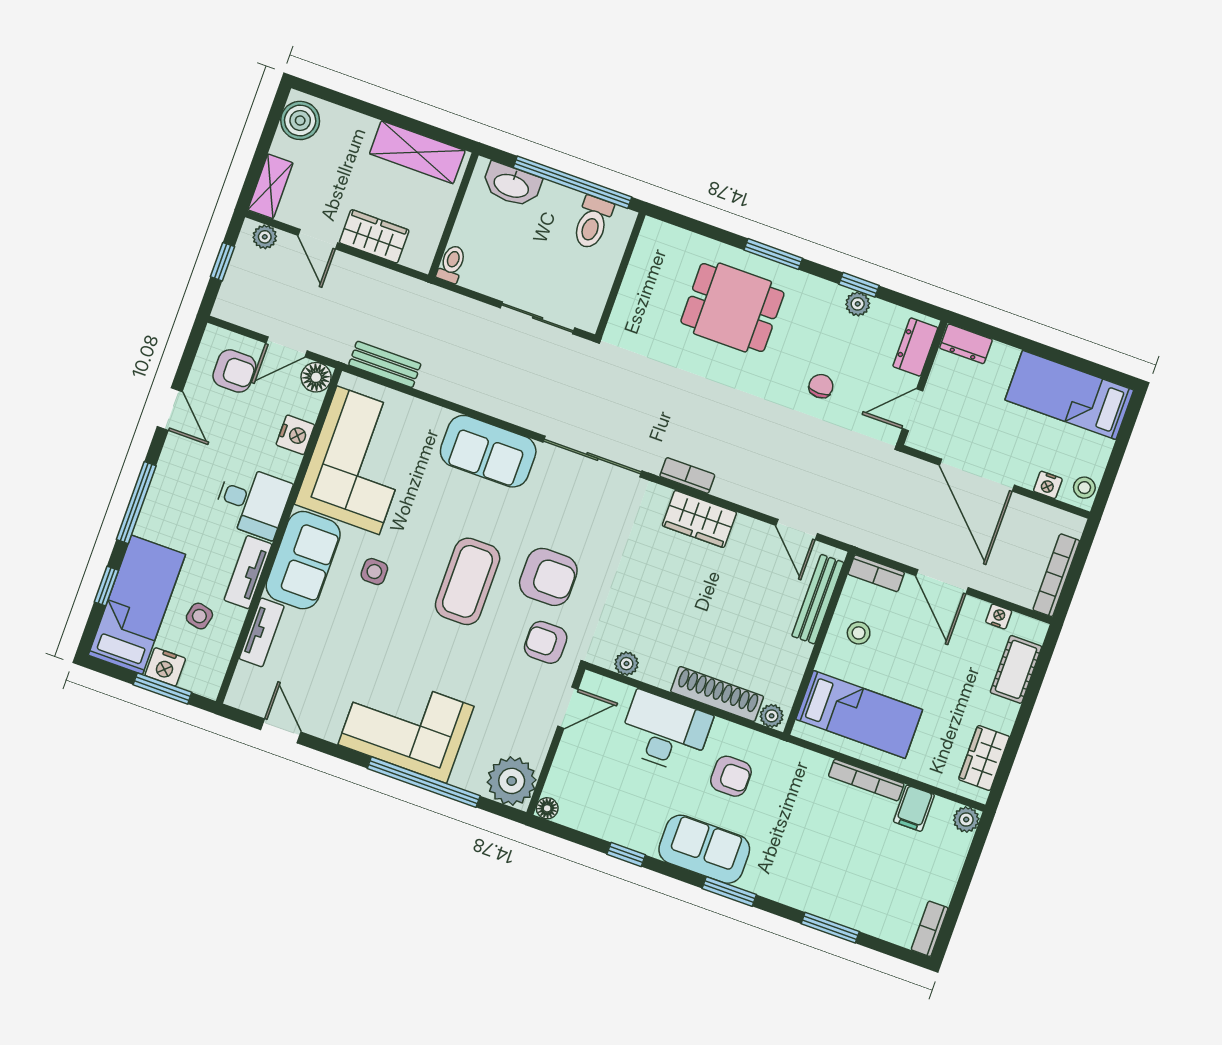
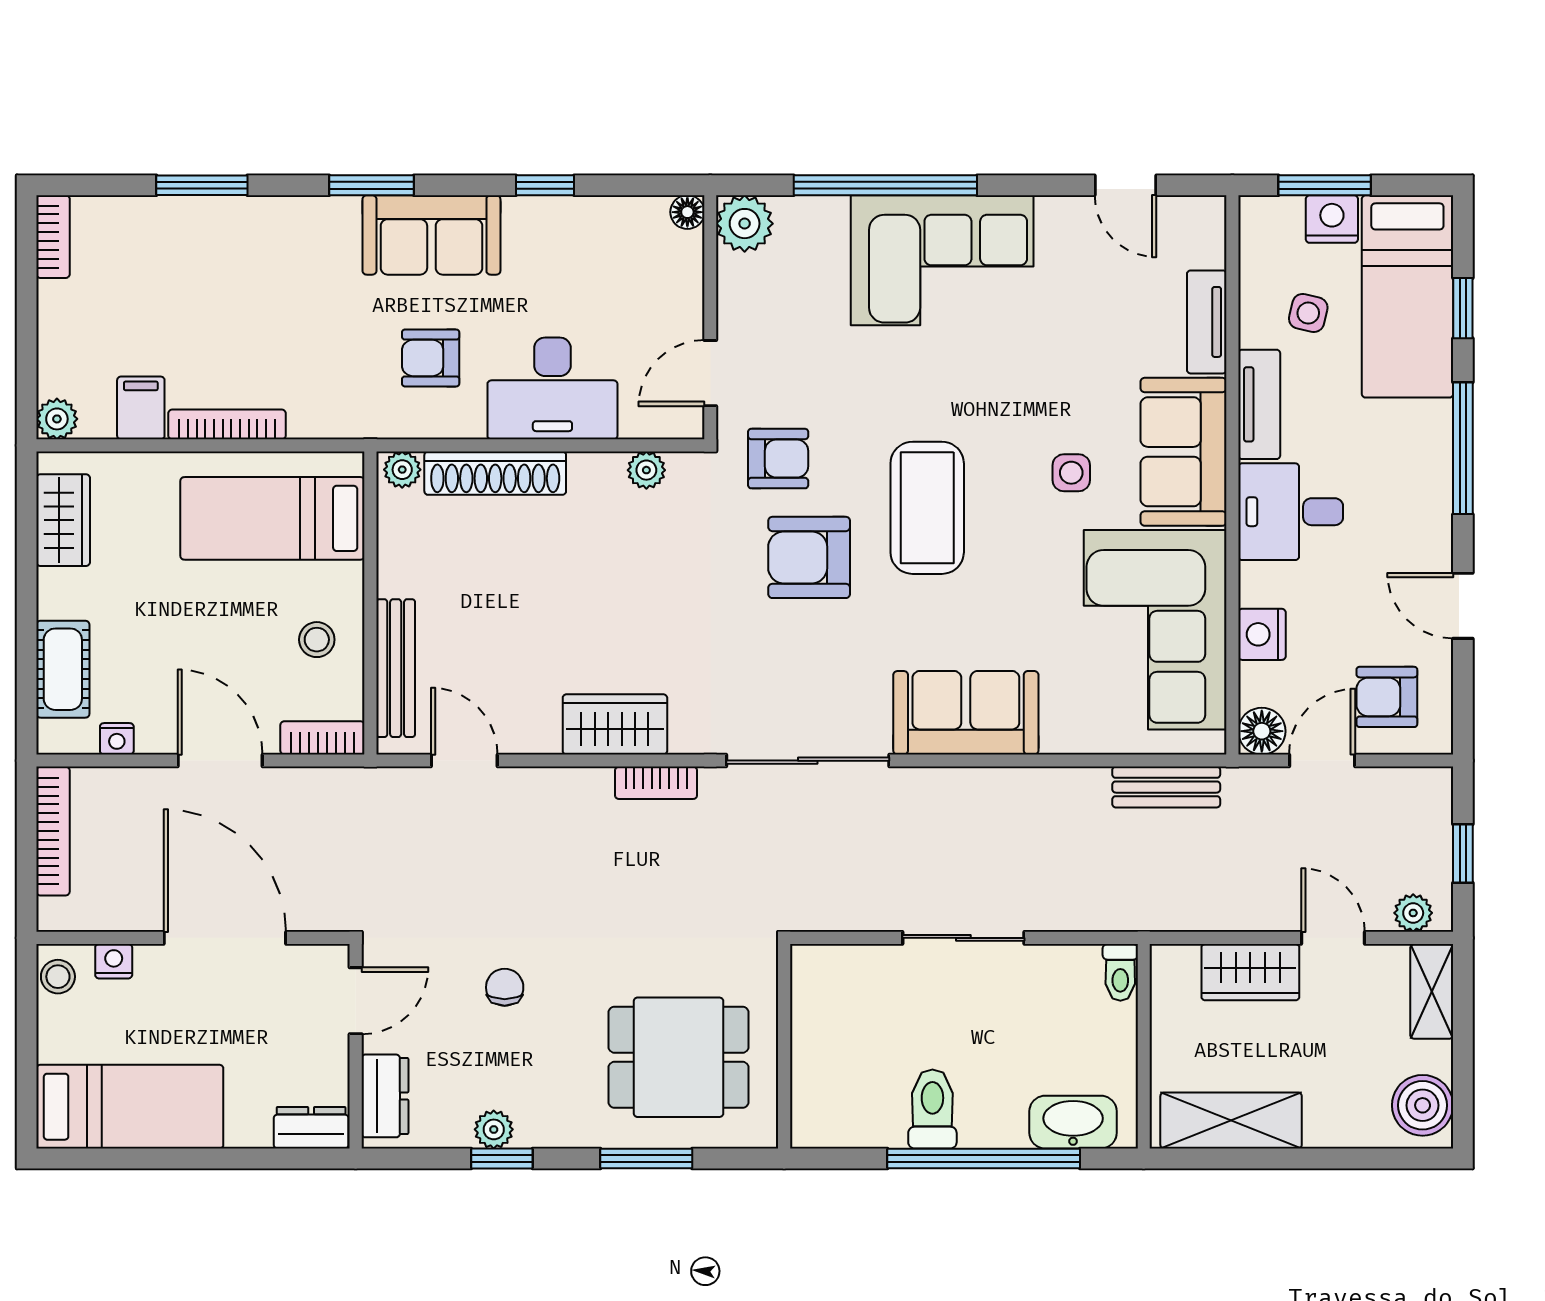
wall: (620, 275) -> (784, 1046), moved
chair: (821, 386) -> (505, 987), turned 180
plant: (512, 781) -> (745, 224), width x0.73, depth x0.73

